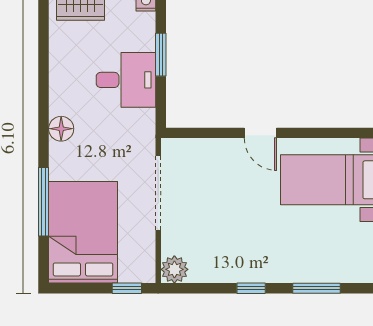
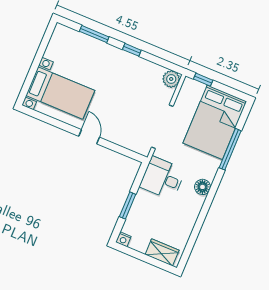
desk: (126, 80) -> (162, 178), moved

